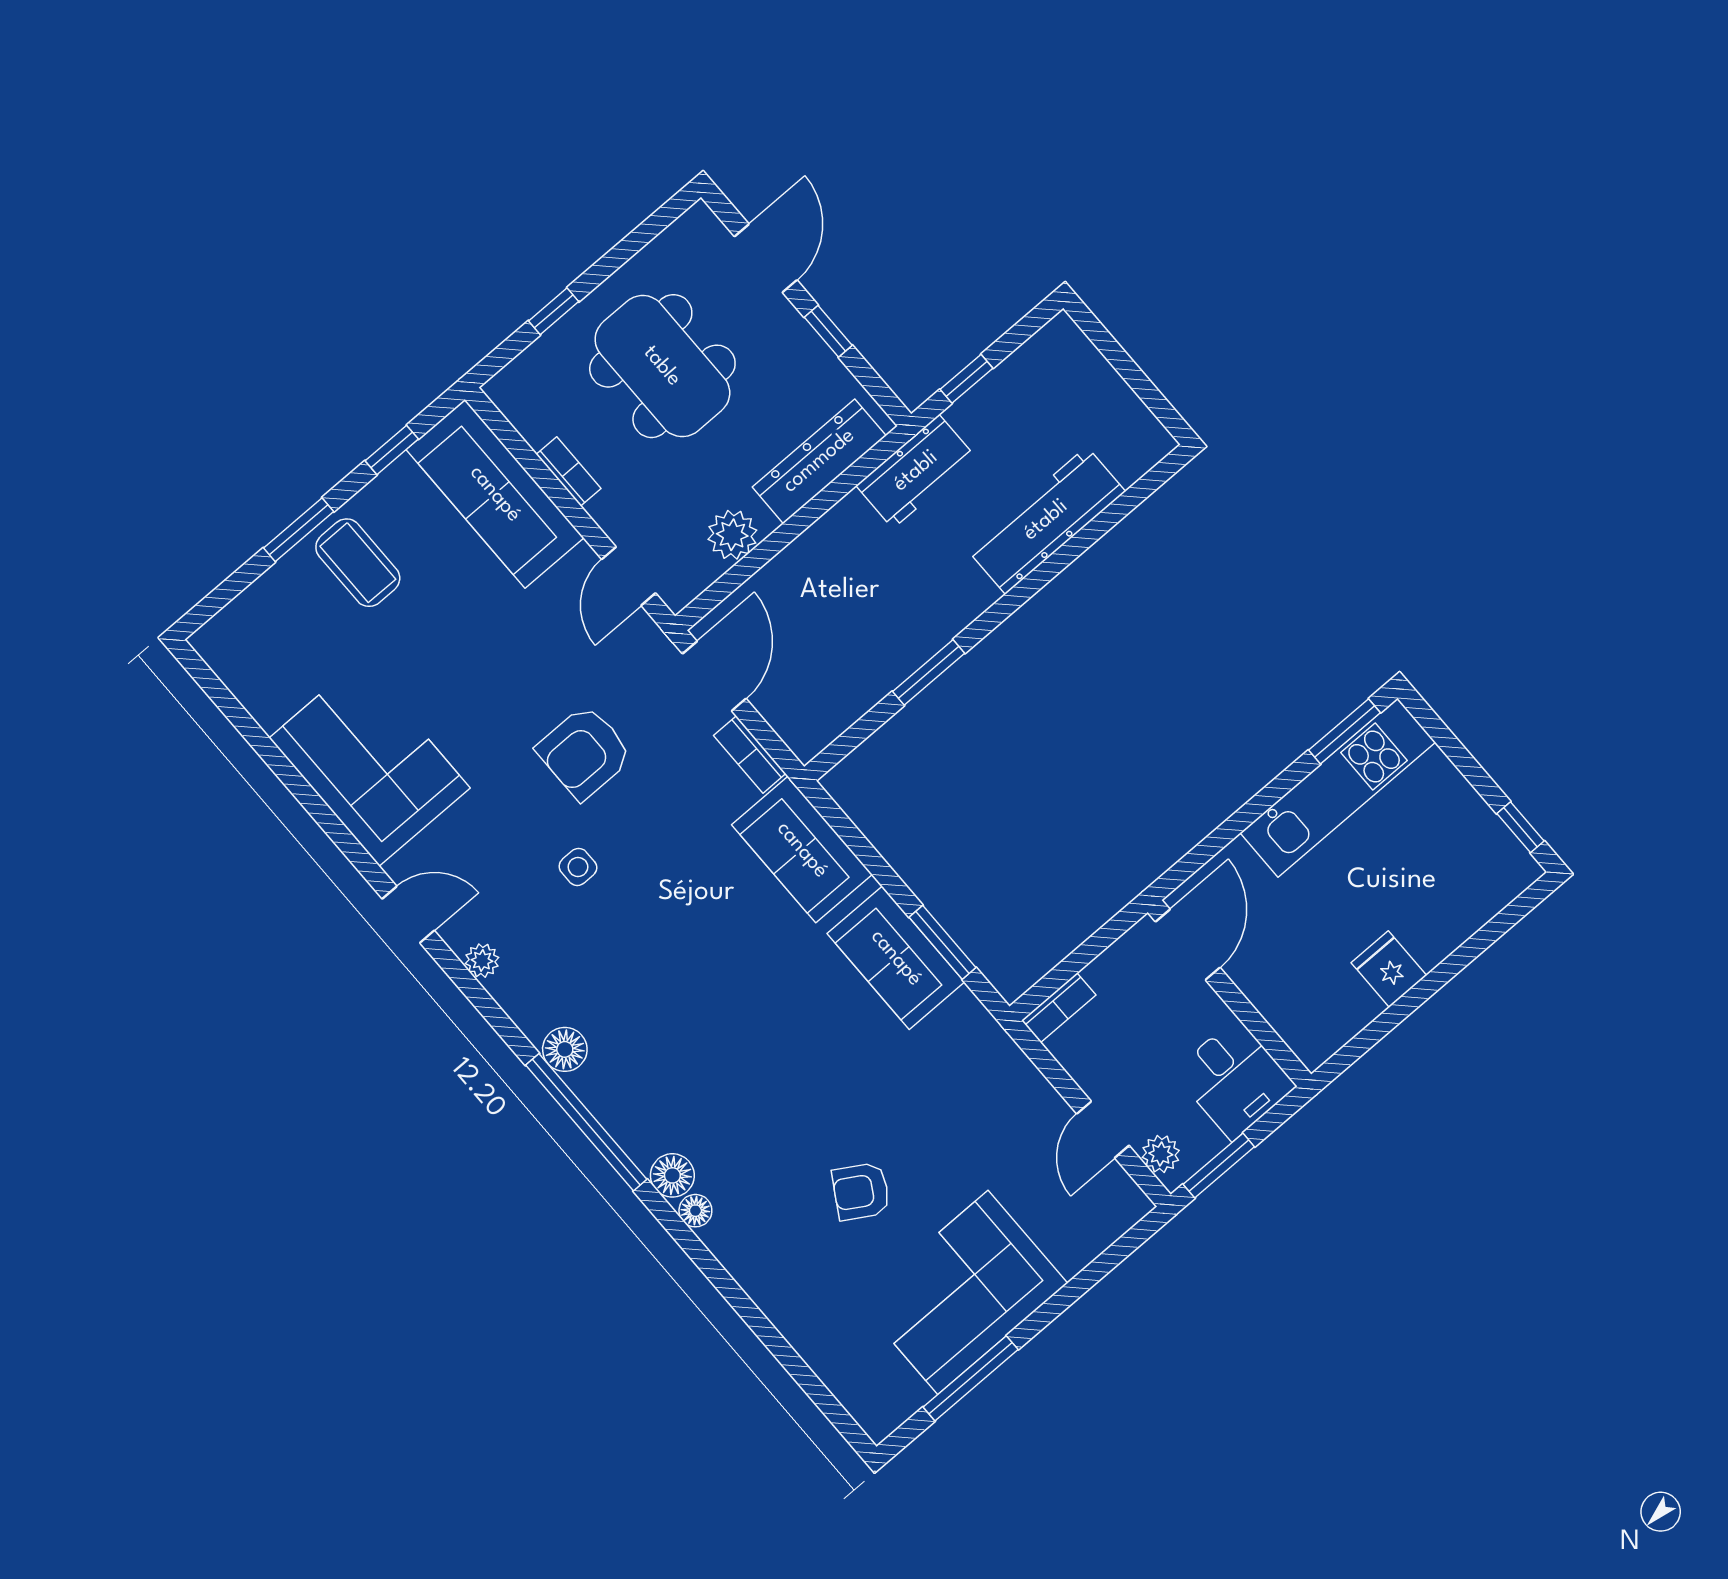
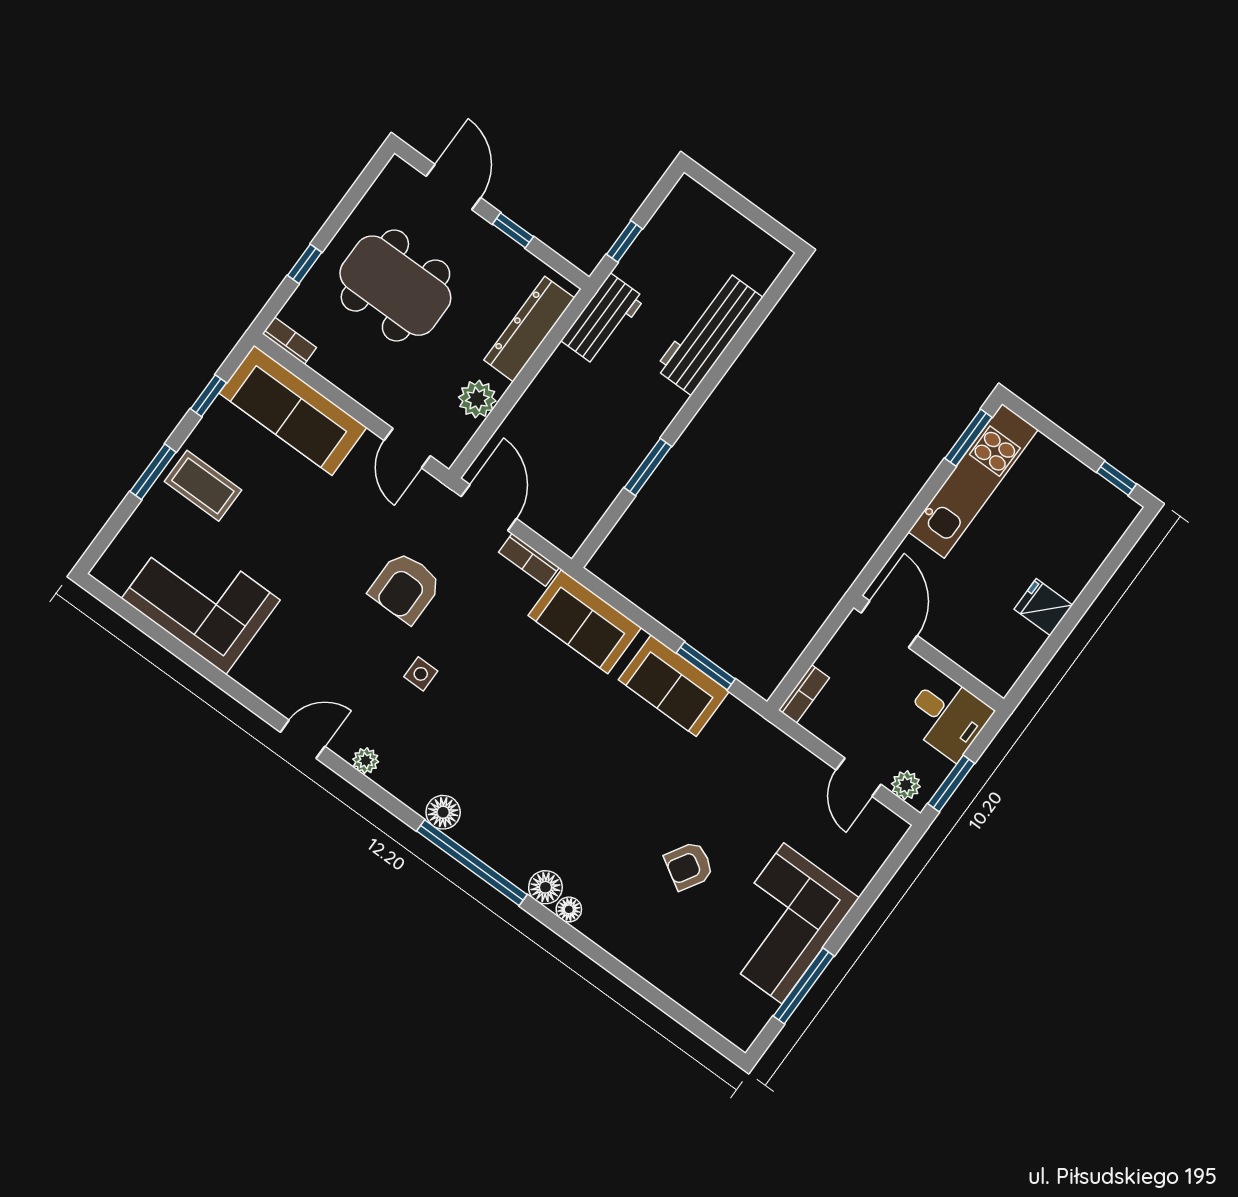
bookcase: (569, 471) -> (289, 341), moved
corner sofa: (370, 763) -> (201, 599), moved

